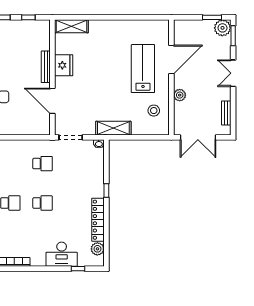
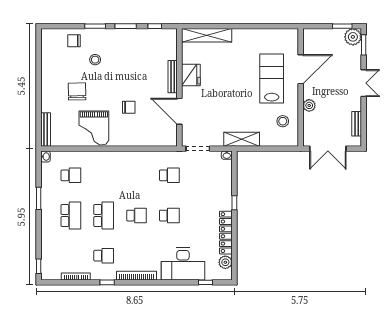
shelving: (71, 26) -> (207, 35), width x1.47
double door: (233, 73) -> (364, 83), swing flipped
desk: (62, 254) -> (183, 264), width x1.36, depth x1.30

